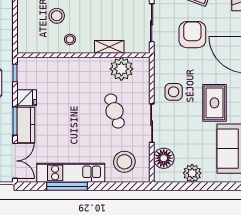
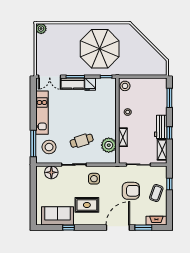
stool: (57, 16) -> (125, 86), moved
plant: (192, 173) -> (42, 191), removed
window: (67, 186) -> (33, 143), moved

